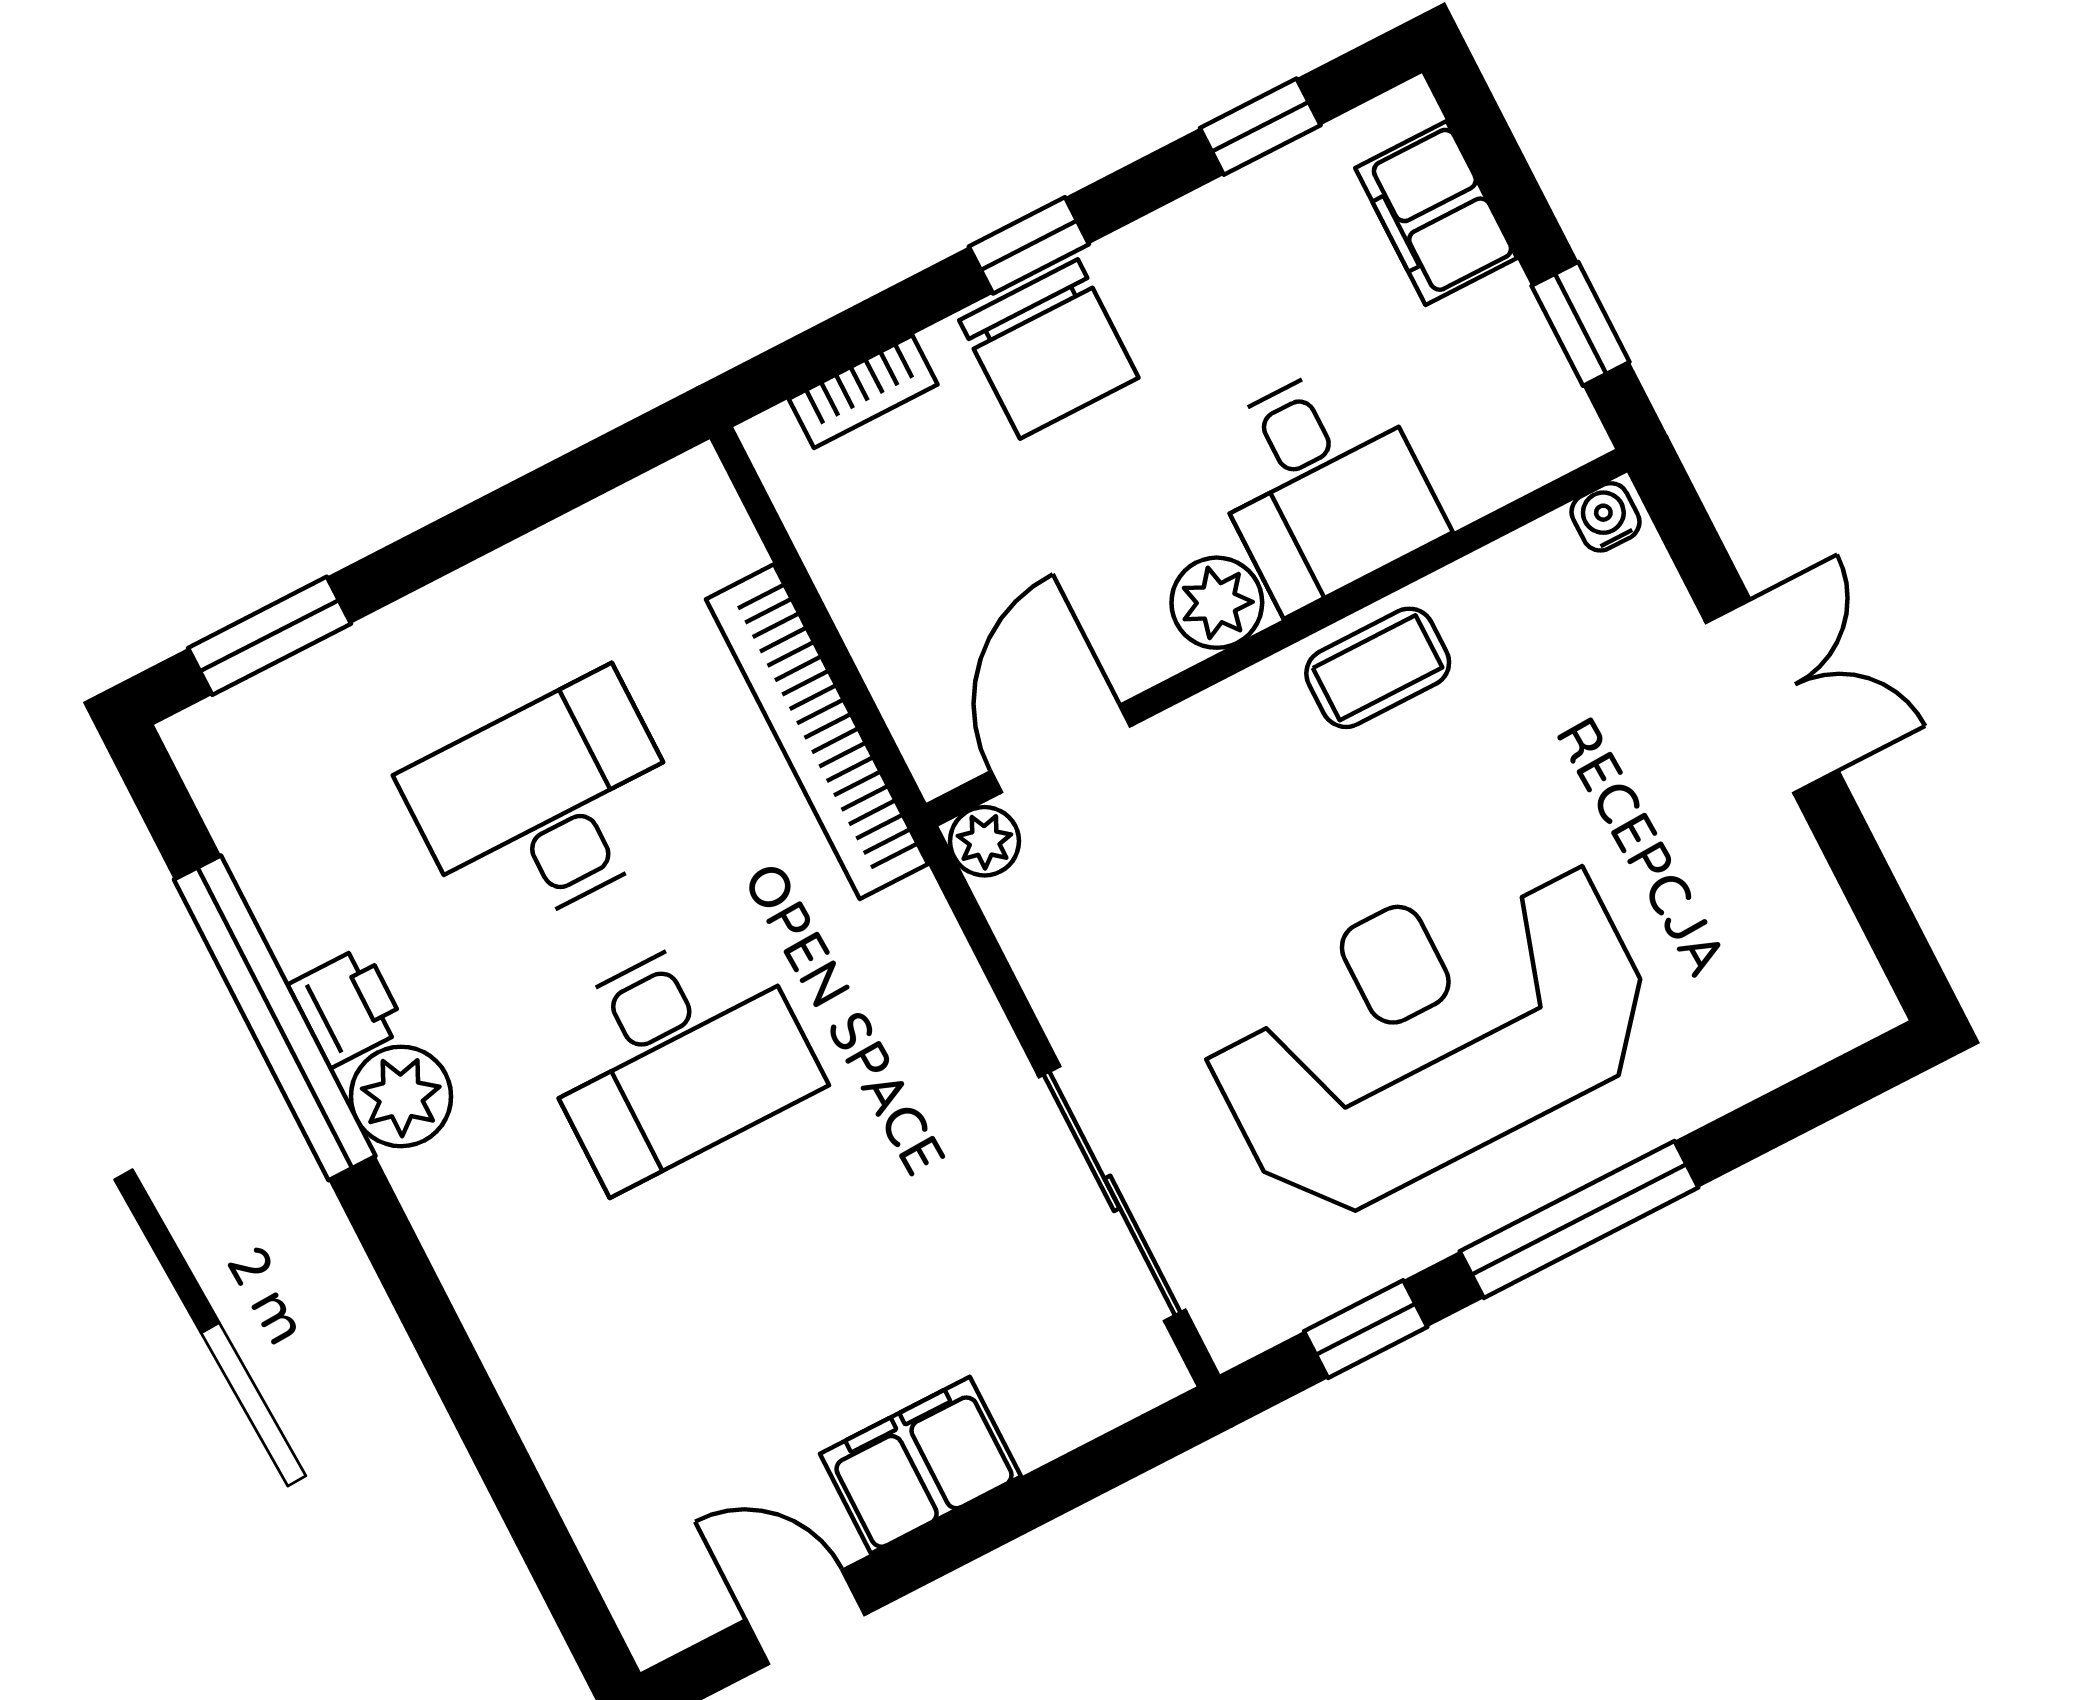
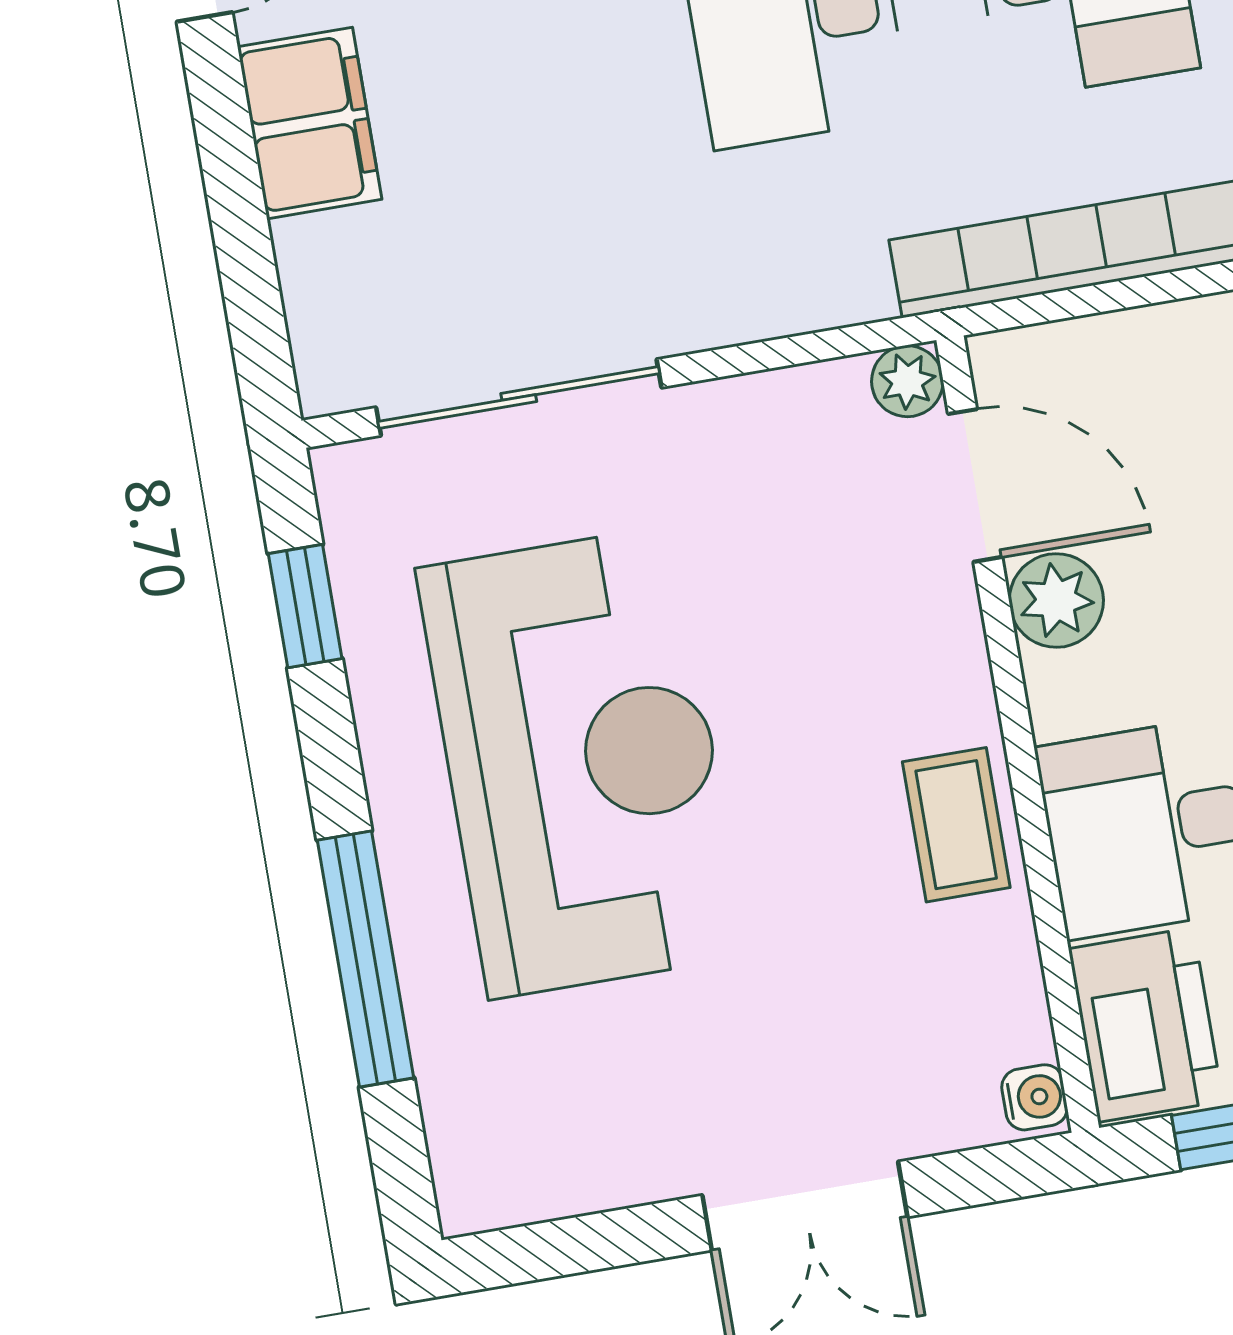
printer: (1507, 436) -> (1146, 1025), added
plant: (1217, 603) -> (1056, 600), moved
window: (1579, 1219) -> (365, 959), moved

